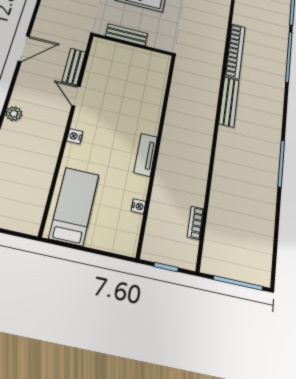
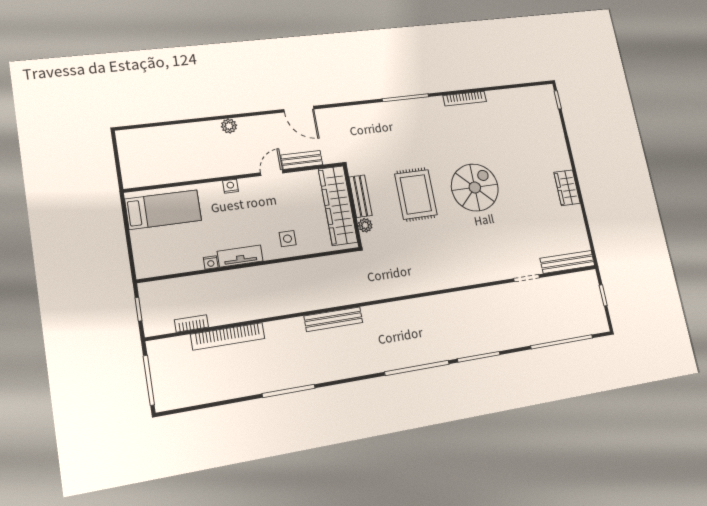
plant: (154, 42) -> (365, 225), added
bookcase: (235, 51) -> (228, 336), moved
wardrobe: (128, 56) -> (338, 205), added
side table: (144, 108) -> (288, 239), added
nightstand: (138, 206) -> (211, 263), moved

